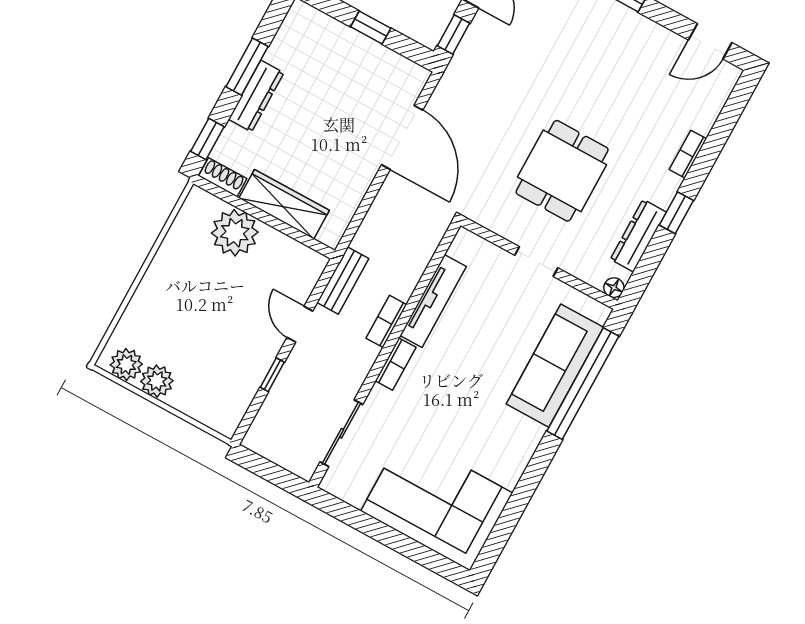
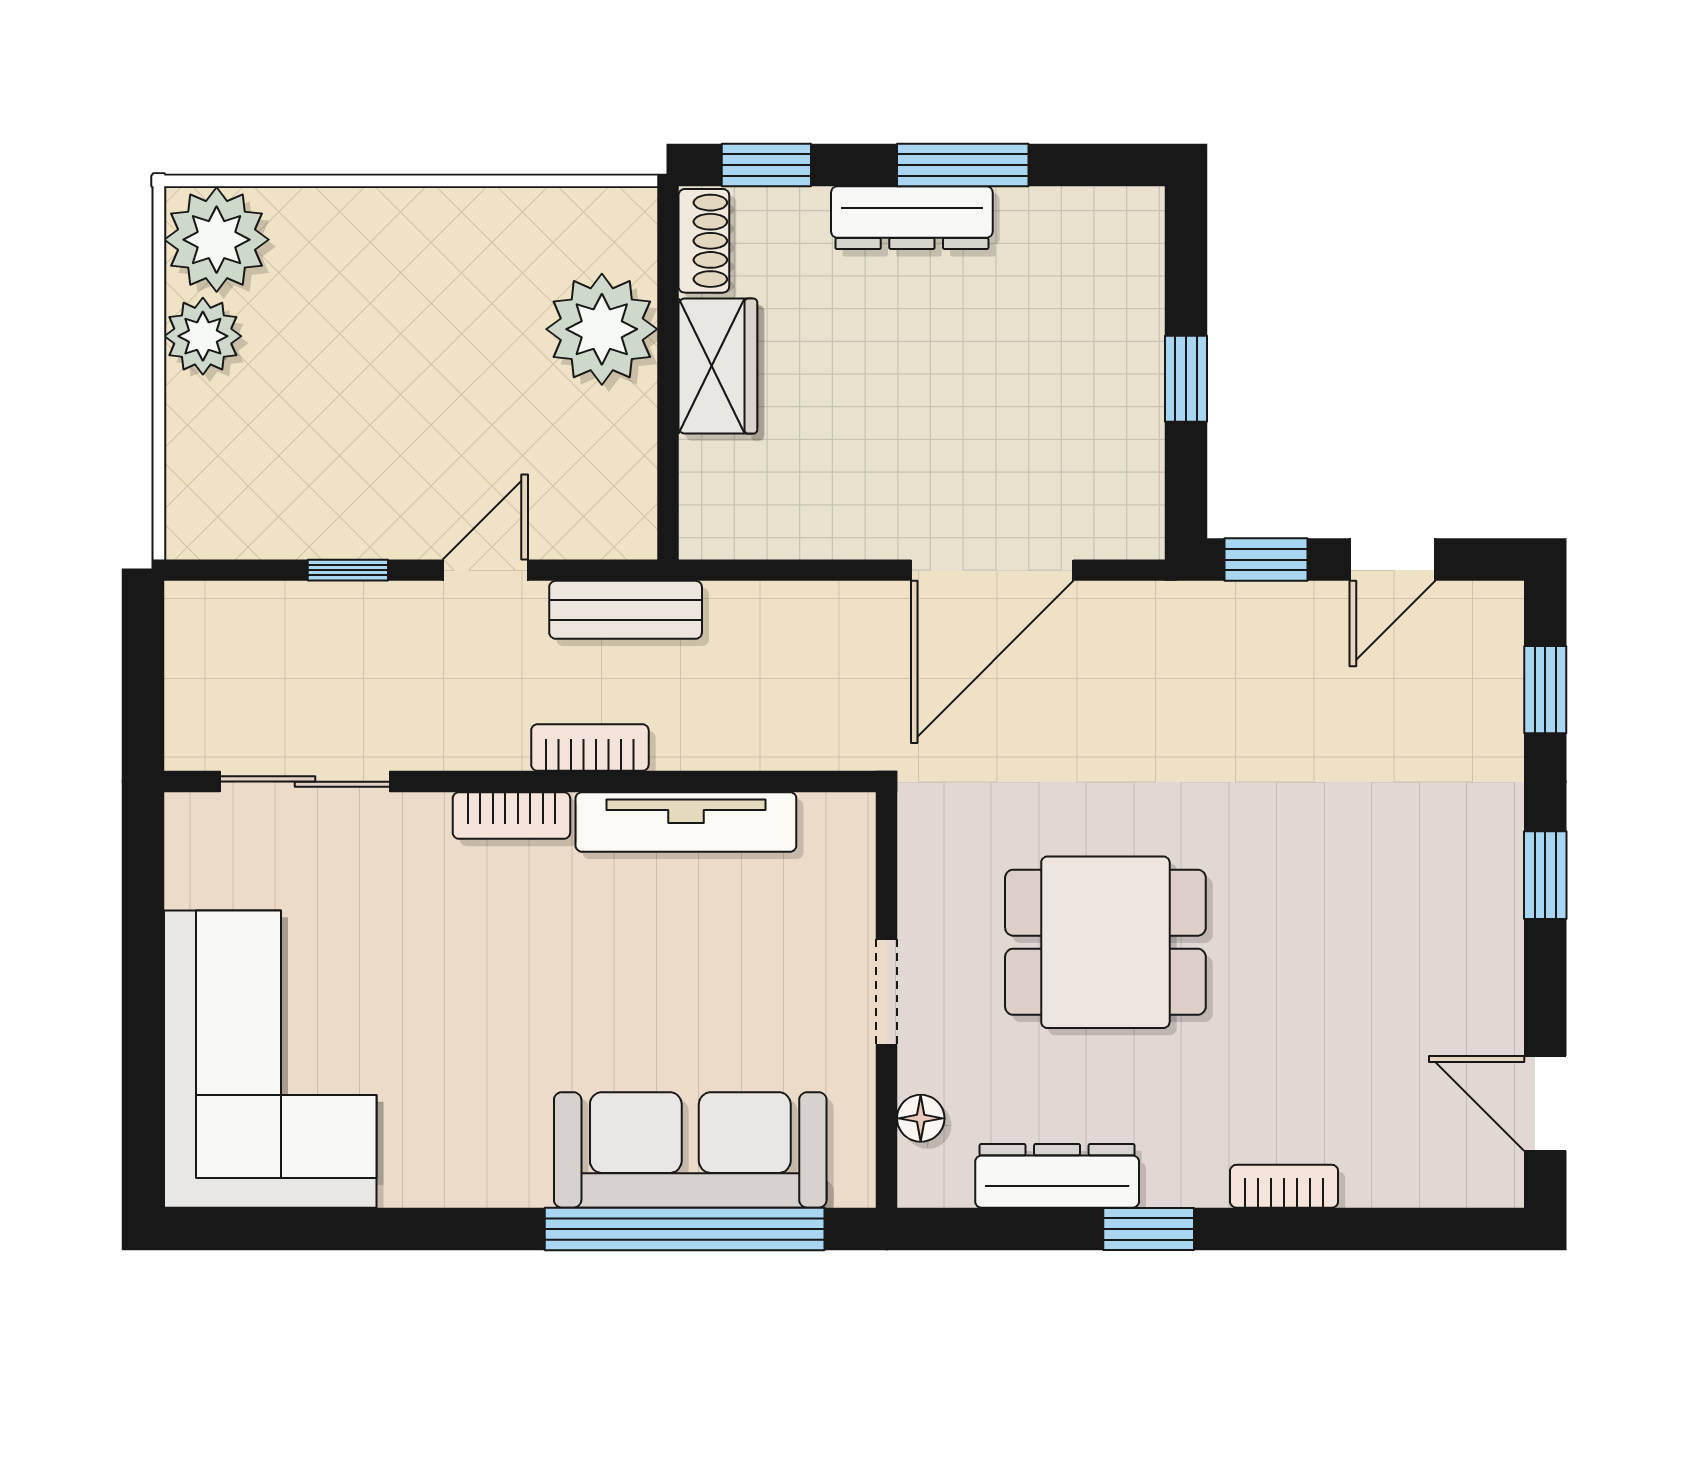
wardrobe: (284, 204) -> (718, 366), width x0.67
floor lamp: (614, 288) -> (921, 1118), moved
plant: (126, 364) -> (217, 240), width x1.36, depth x1.36

